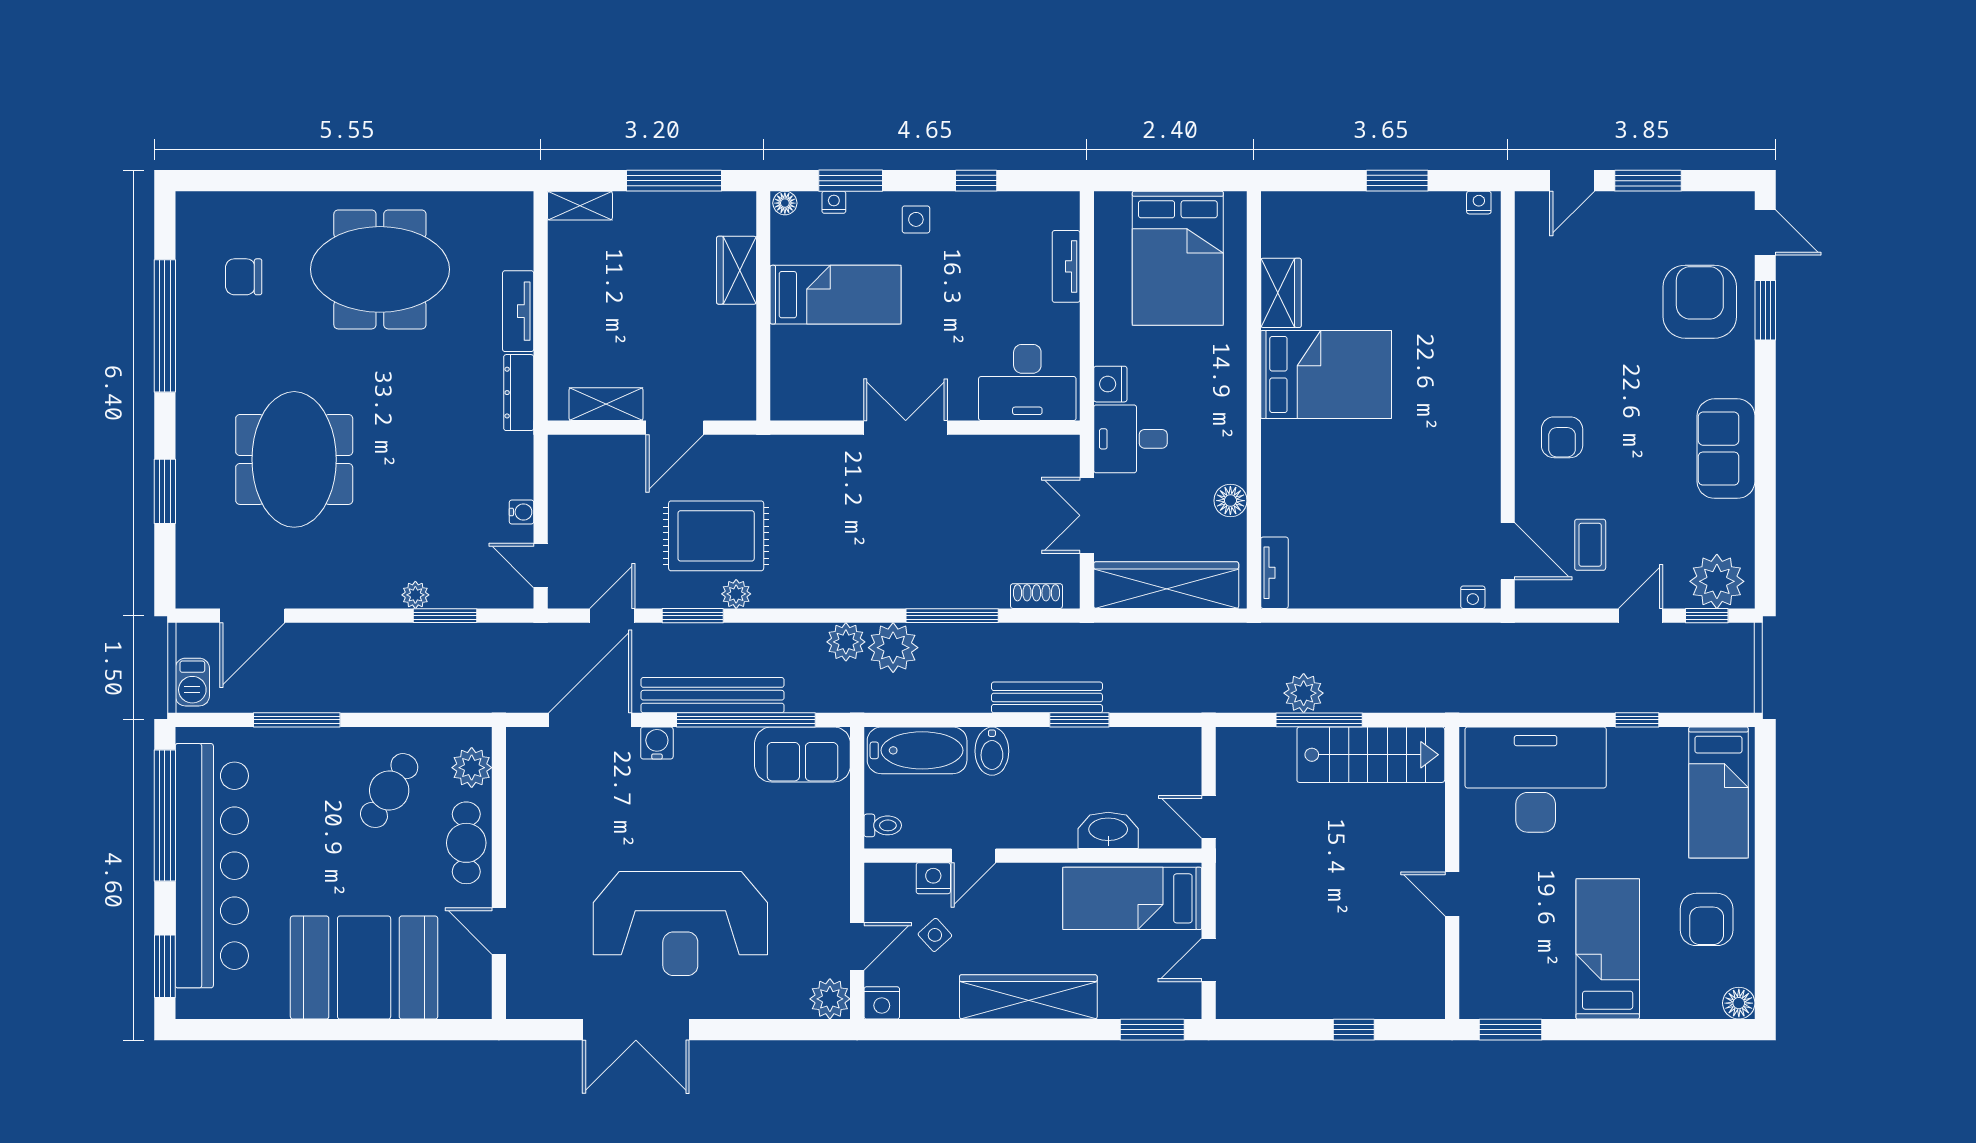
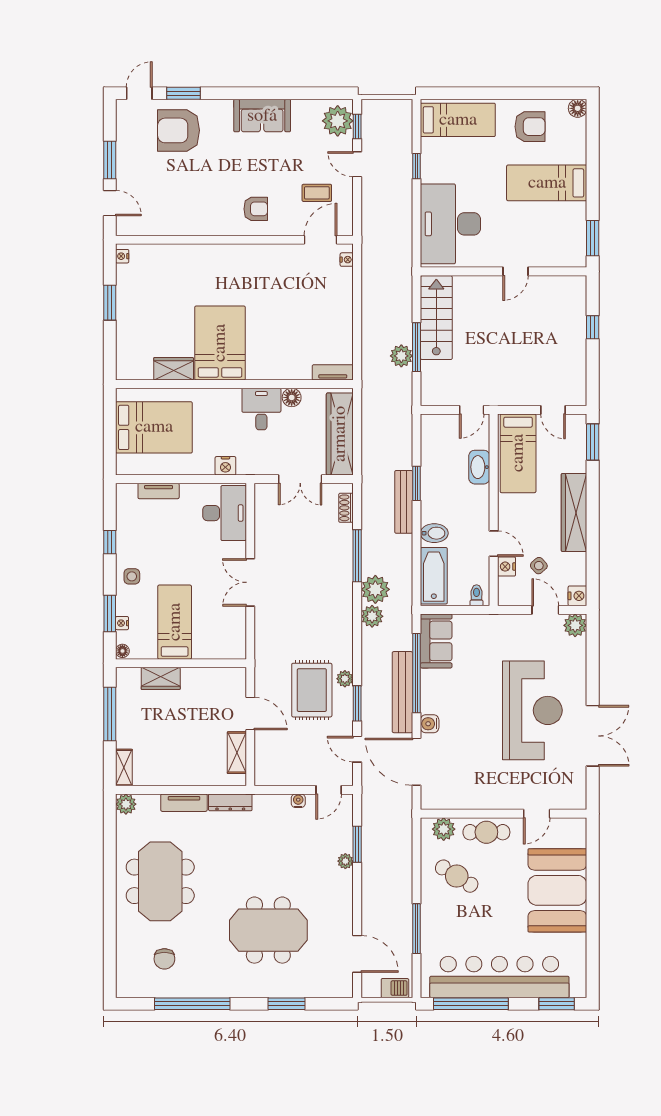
plant: (516, 209) -> (126, 804), added
desk: (1130, 439) -> (261, 409), moved, turned 180

